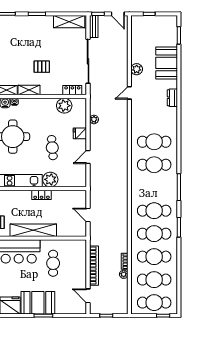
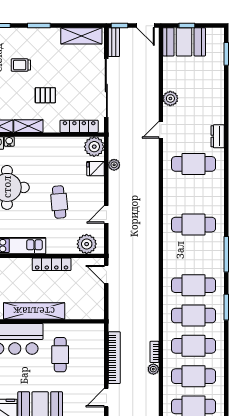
trolley: (23, 44) -> (21, 65), added
booth: (167, 63) -> (184, 42), moved, turned 90
locker: (72, 90) -> (79, 126), width x1.53
plant: (64, 106) -> (94, 147), moved
fridge: (80, 133) -> (96, 169), moved
cafe table: (154, 142) -> (194, 164), moved
plant: (50, 179) -> (87, 244), moved
locker: (42, 195) -> (52, 264), width x1.53
door: (88, 215) -> (106, 274), moved
door: (88, 296) -> (106, 398), hinge flipped

